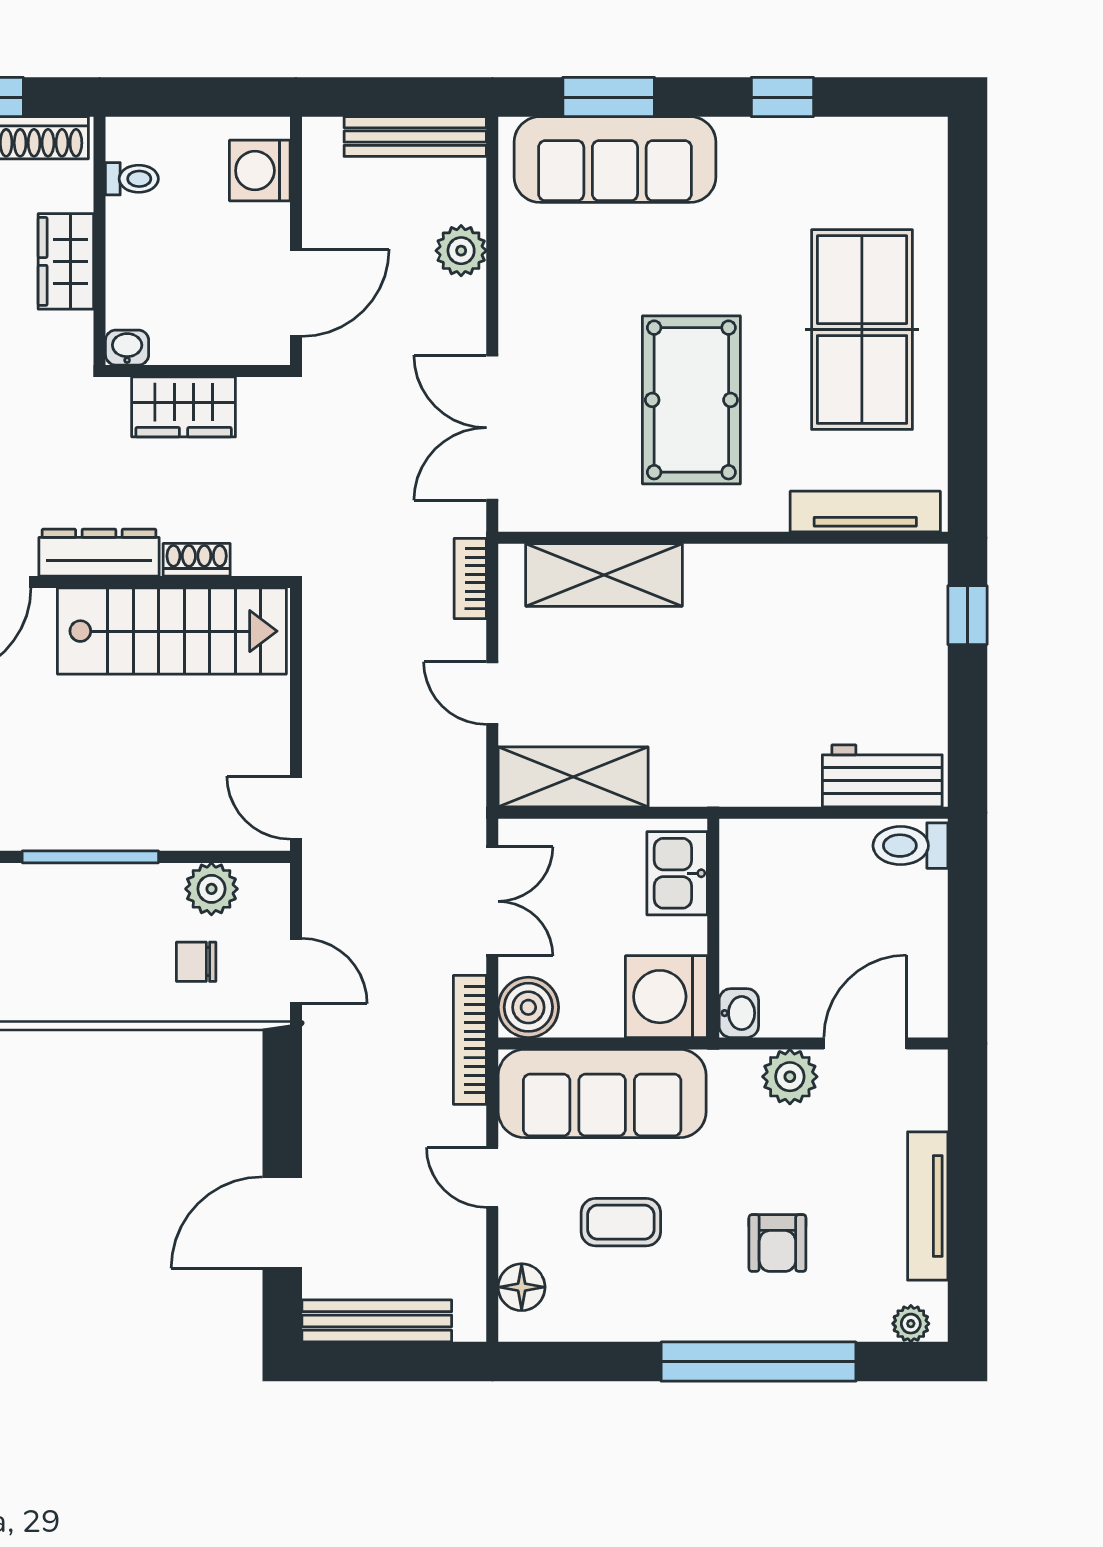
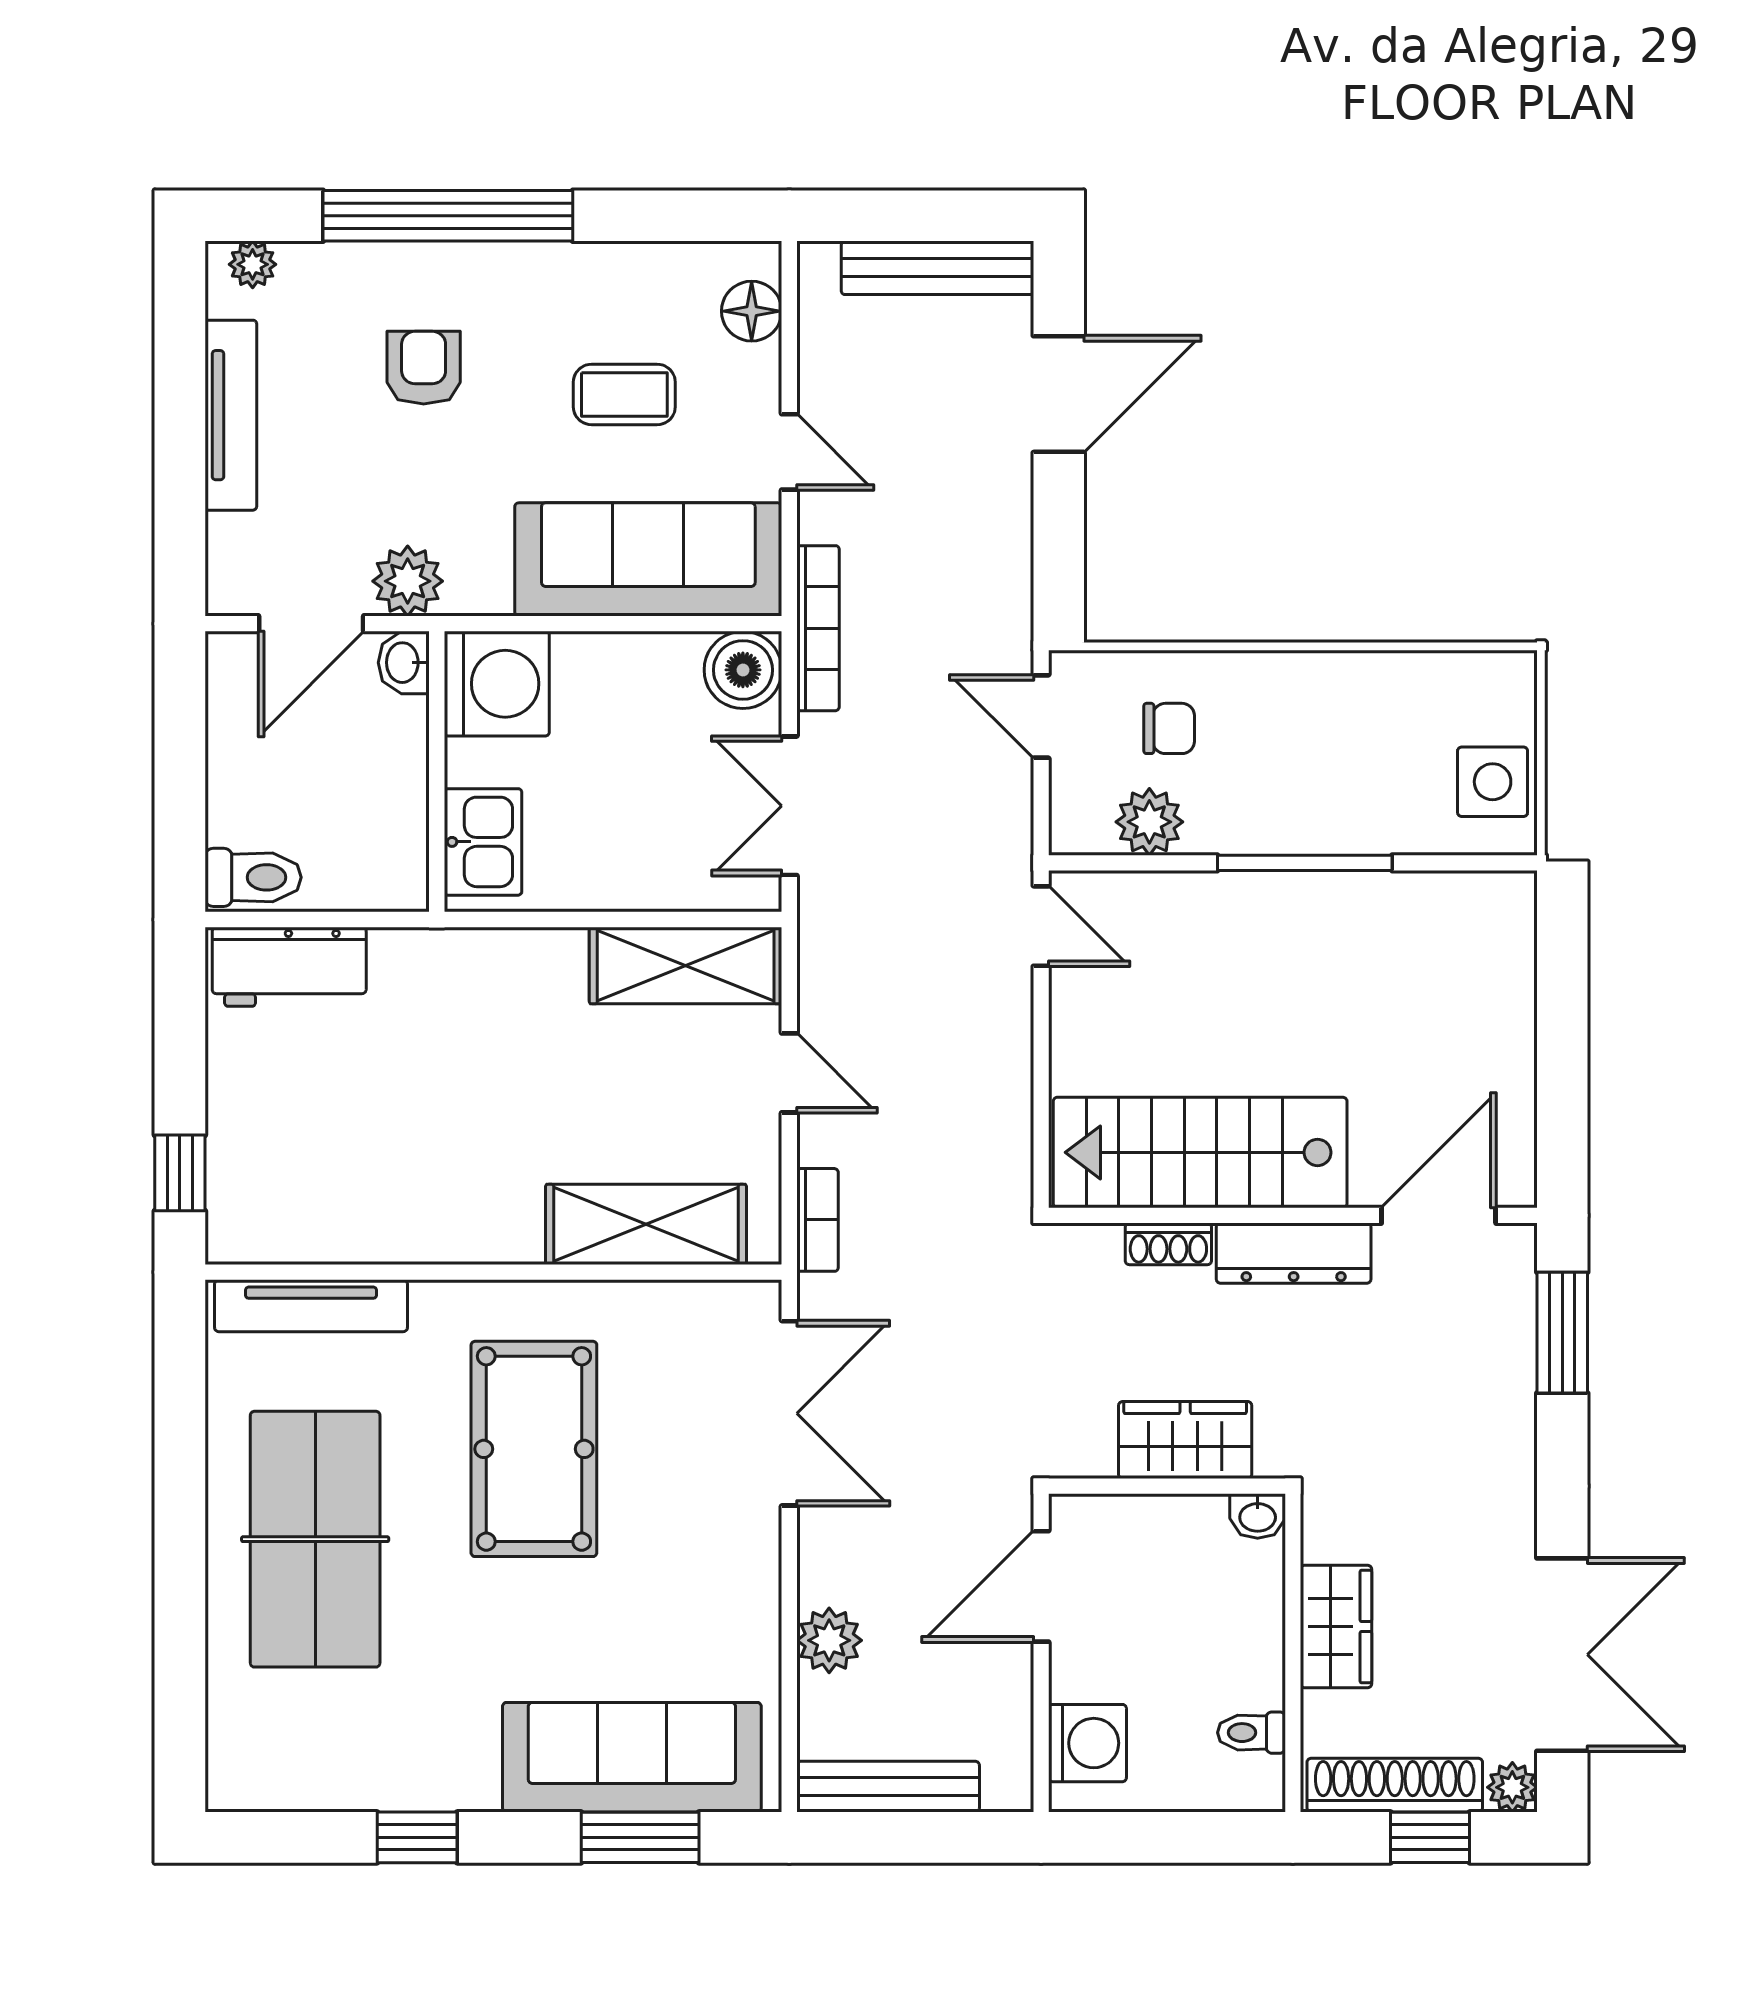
kitchen sink: (677, 873) -> (483, 842), moved
wall: (713, 928) -> (437, 772), moved
washing machine: (666, 997) -> (497, 684), moved
washbasin: (739, 1013) -> (404, 663), moved

